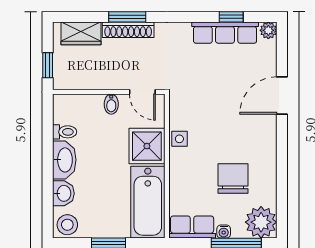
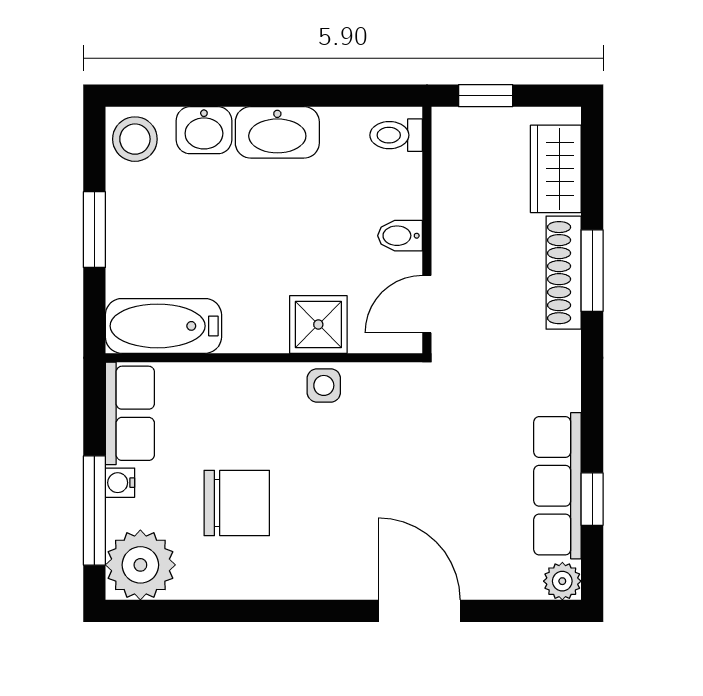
toilet: (65, 132) -> (396, 135), moved, turned 90
shower: (147, 146) -> (318, 324), width x0.73, depth x0.73
bathtub: (148, 202) -> (163, 326), width x0.73, depth x0.73

